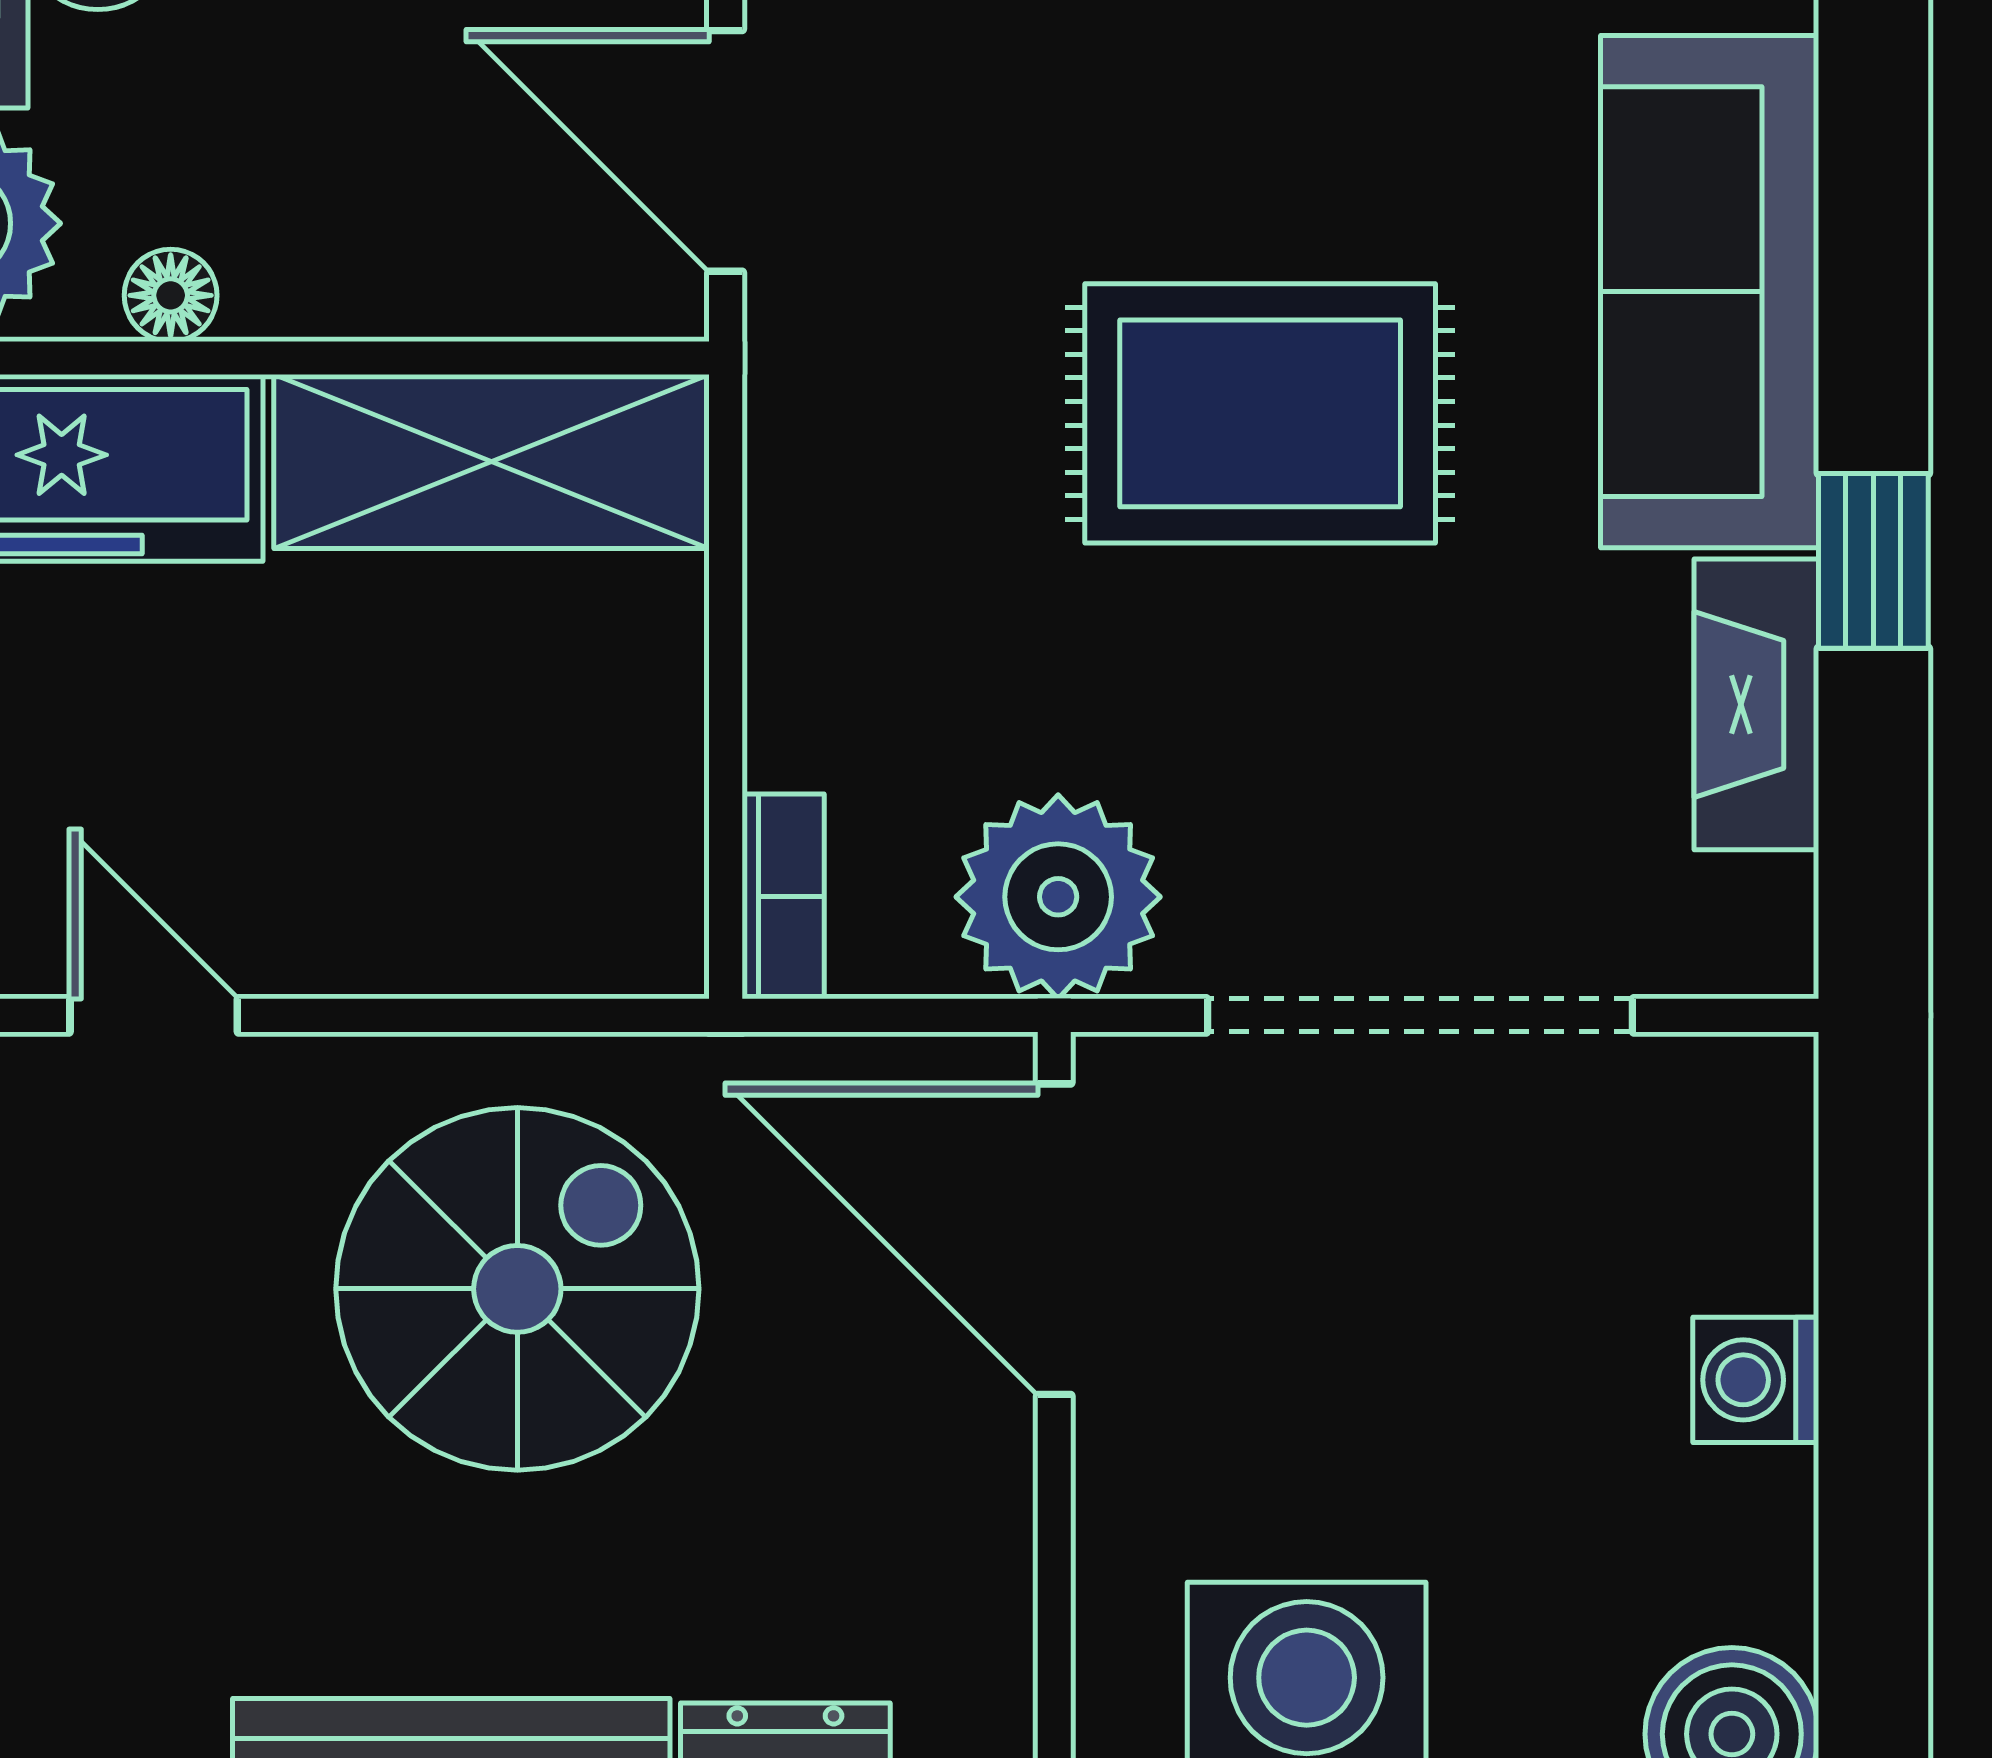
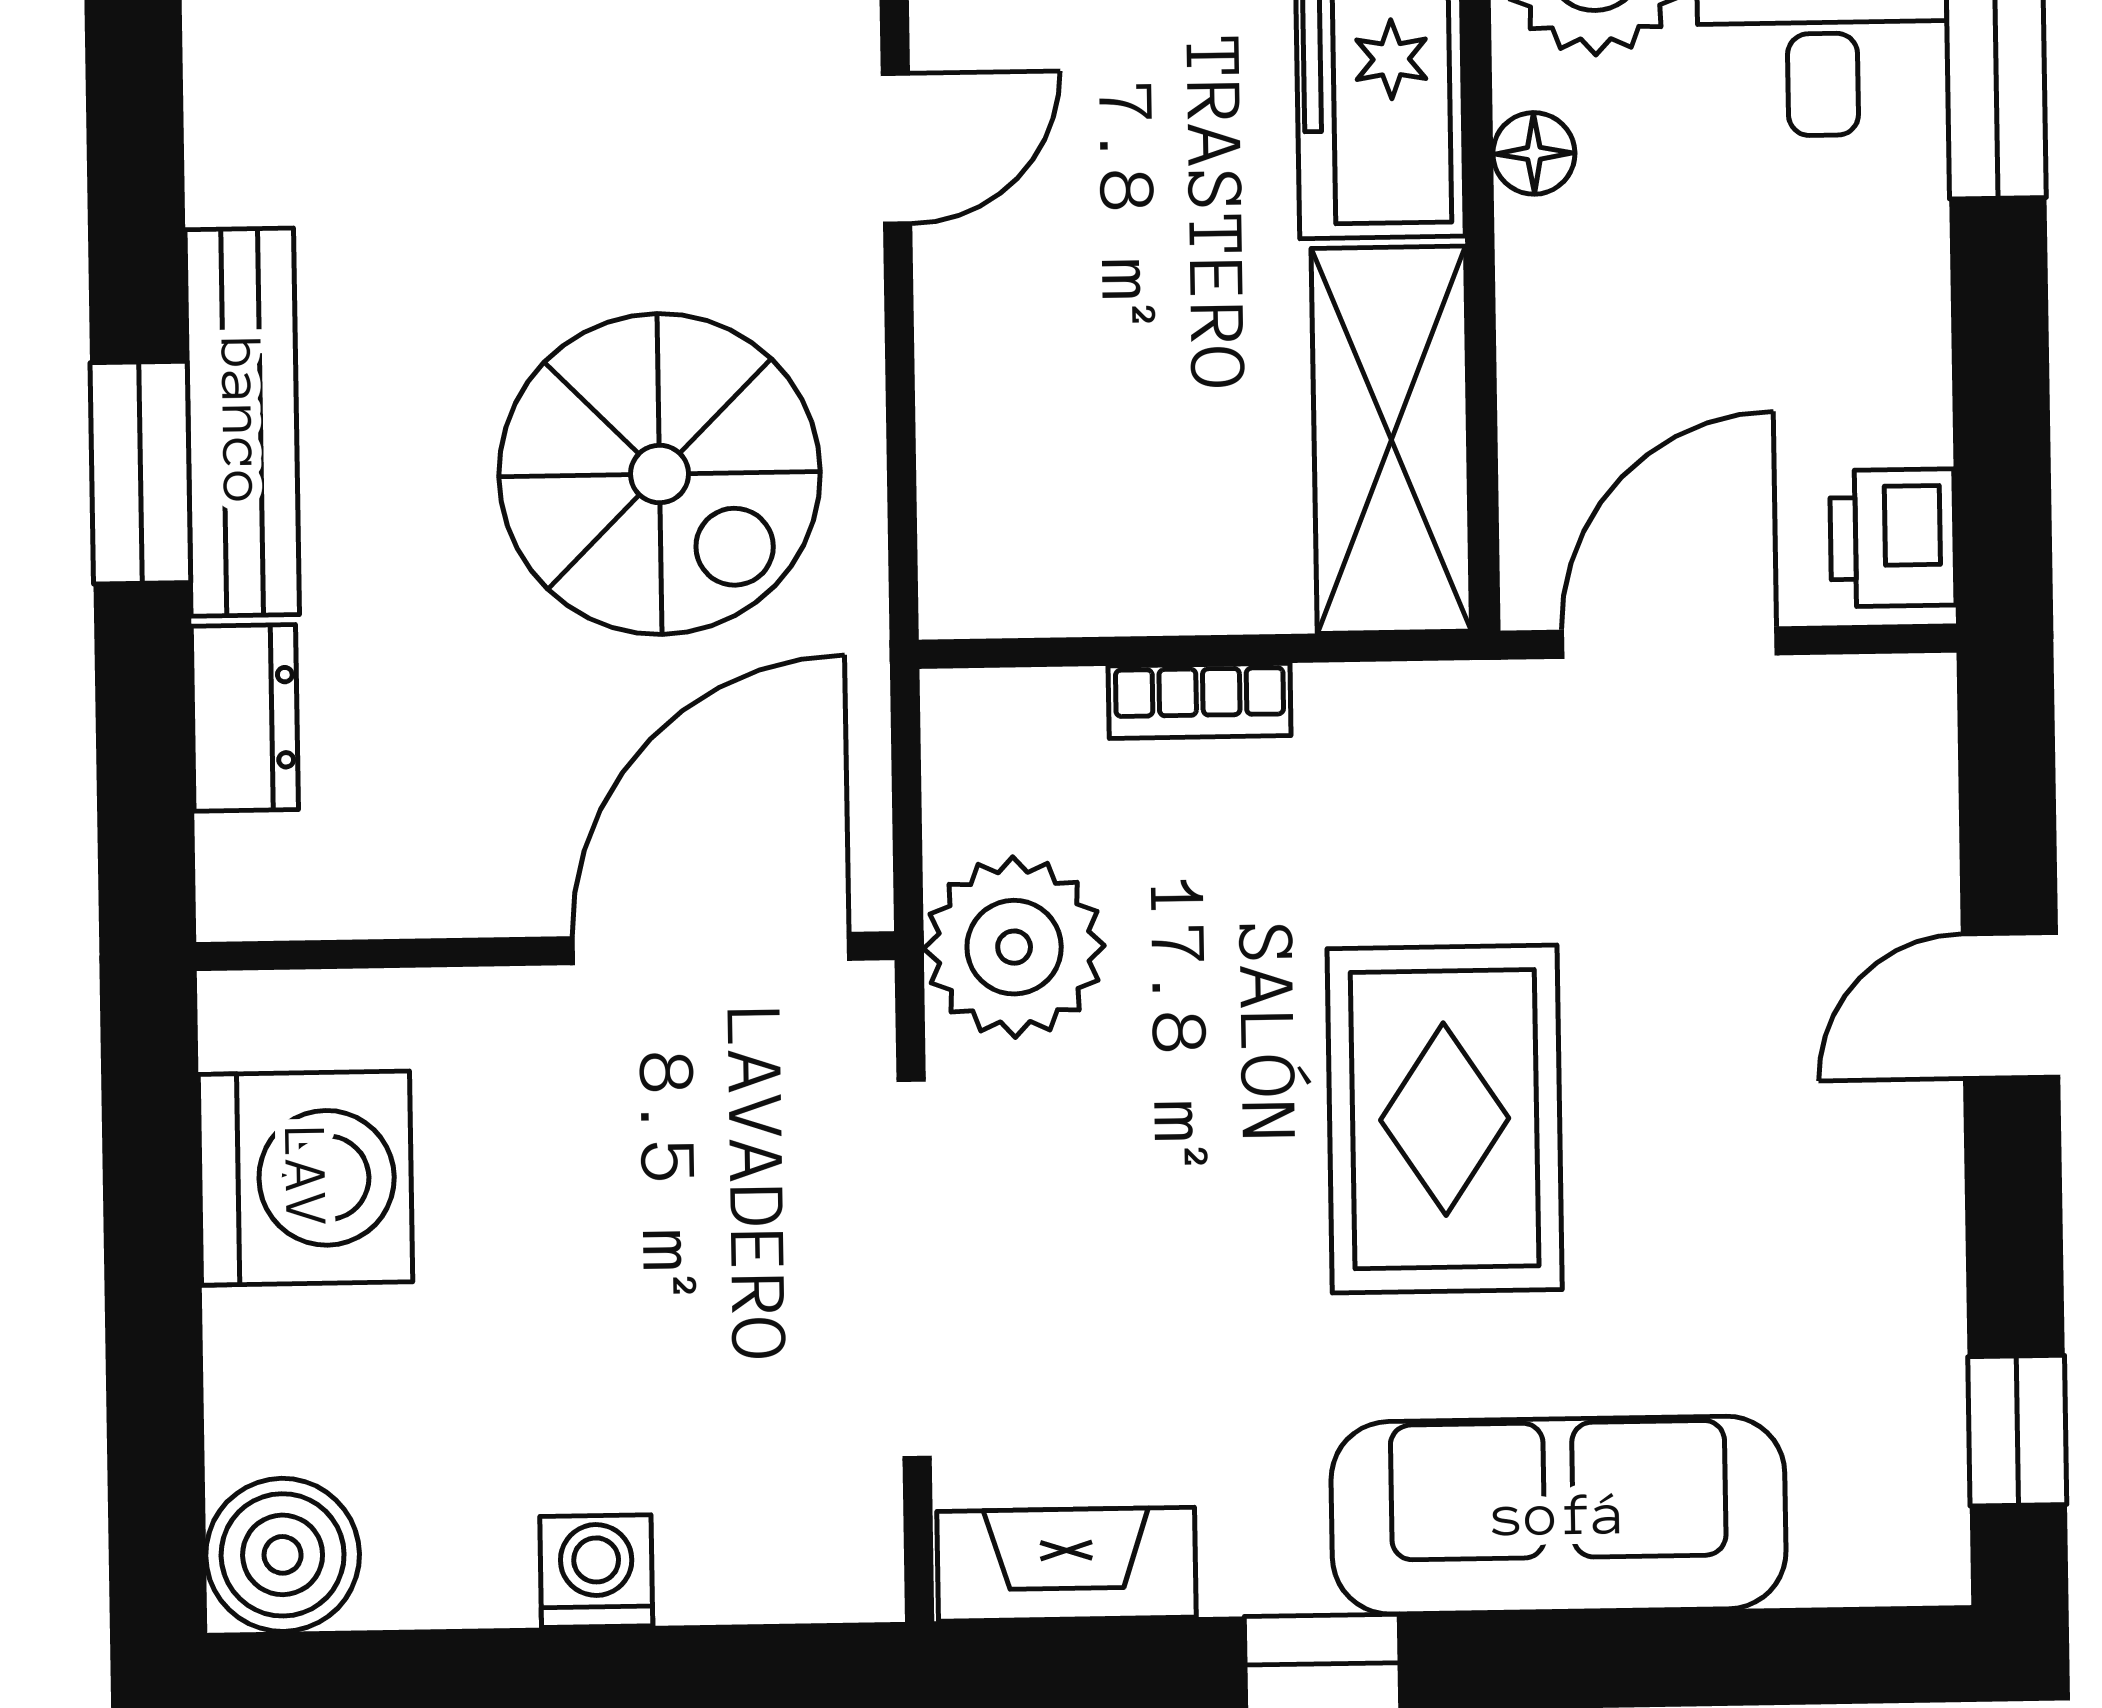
fireplace: (1756, 704) -> (1066, 1564), moved
bookcase: (783, 896) -> (1200, 701), moved

